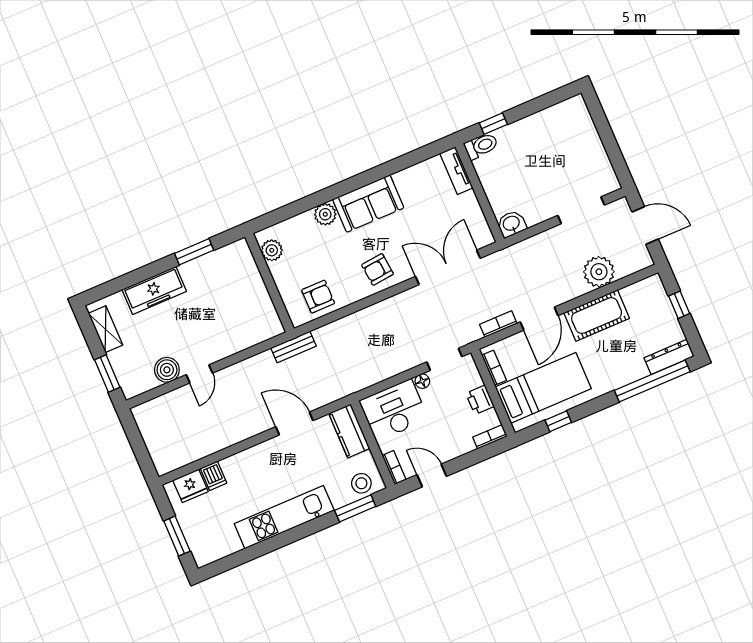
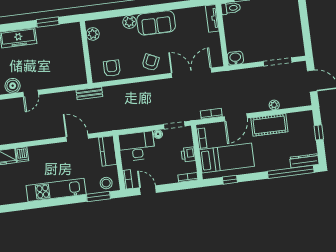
armchair: (377, 269) -> (151, 62), turned 120
plant: (599, 272) -> (274, 105), width x0.53, depth x0.53
armchair: (318, 297) -> (112, 68), turned -90

